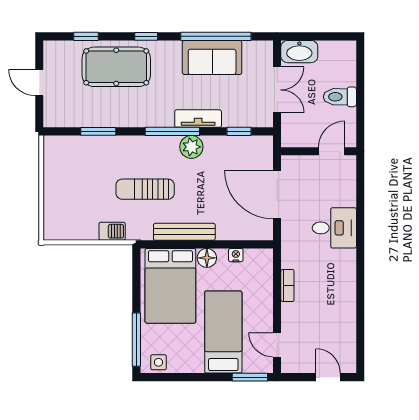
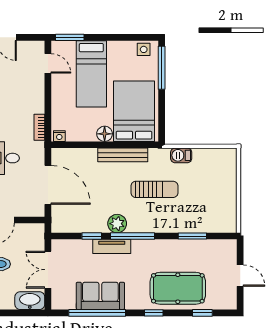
window: (239, 131) -> (92, 236), moved
nightstand: (236, 255) -> (59, 136), moved
bookcase: (287, 285) -> (39, 127), moved

